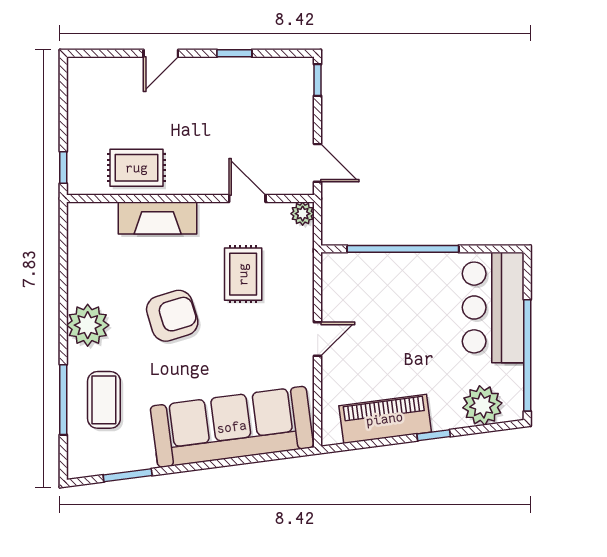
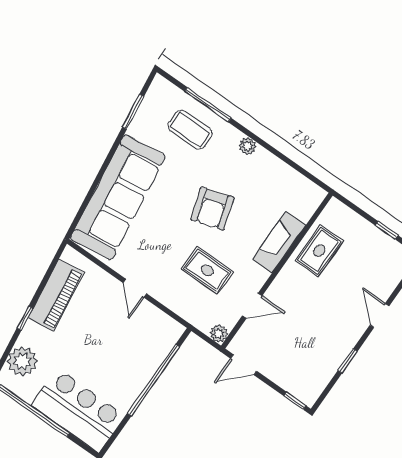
window: (63, 168) -> (387, 230), moved
plant: (88, 325) -> (248, 146), width x0.53, depth x0.53

